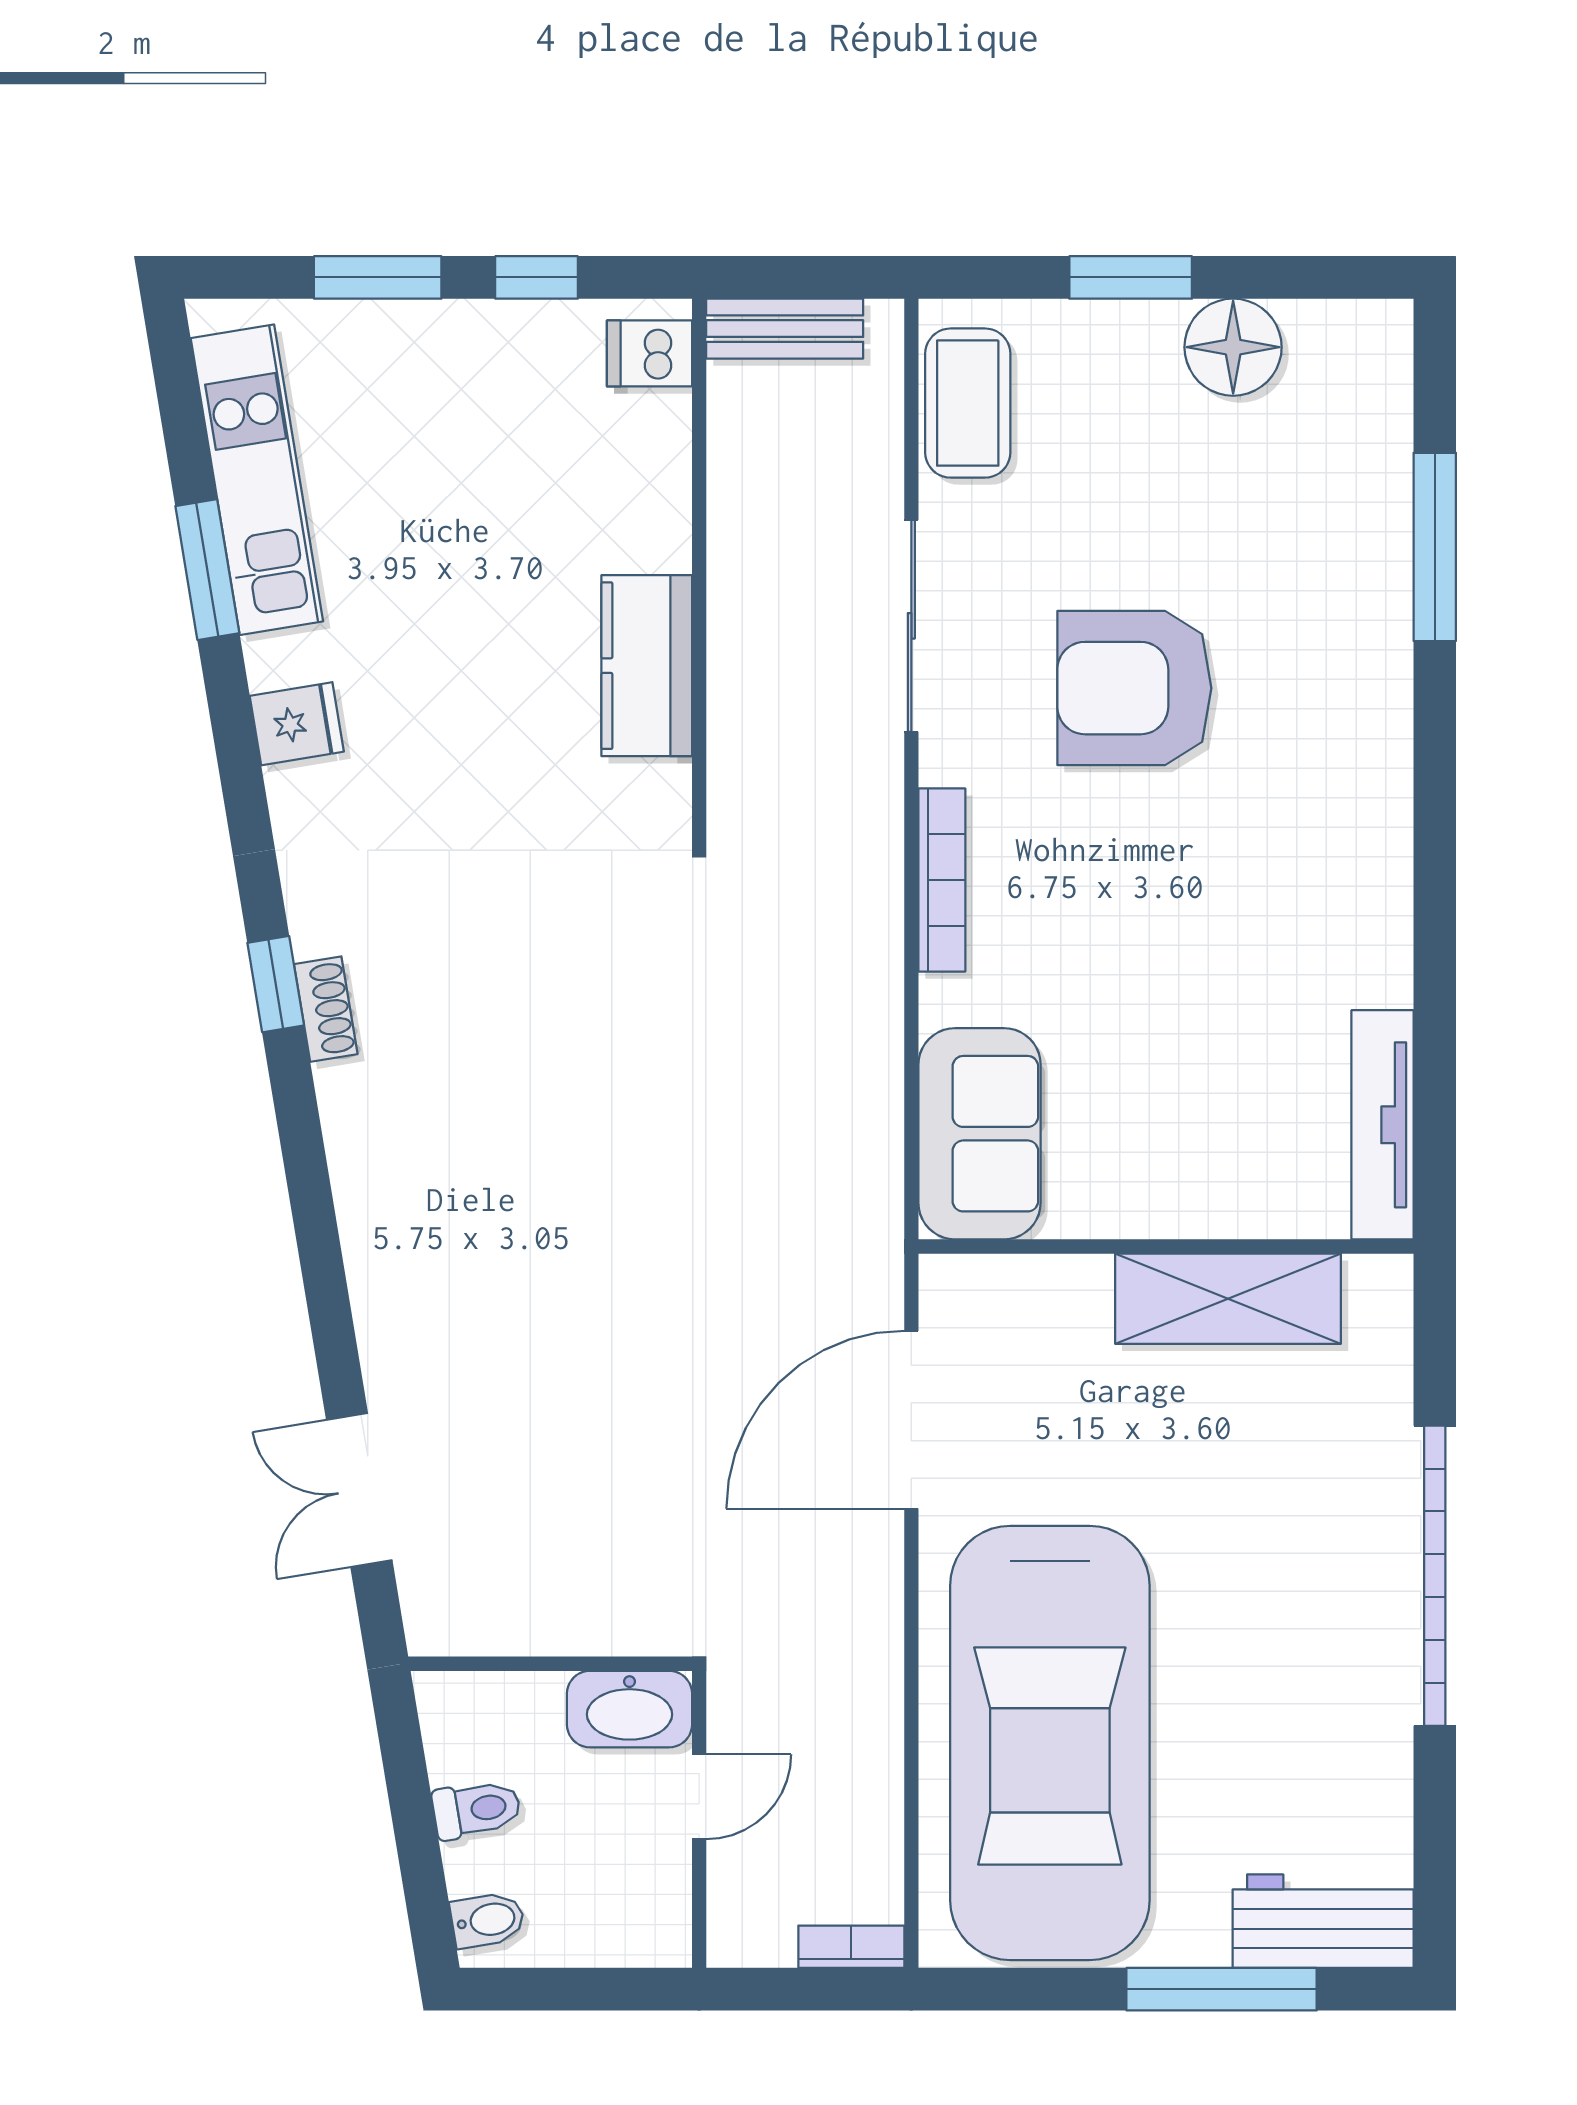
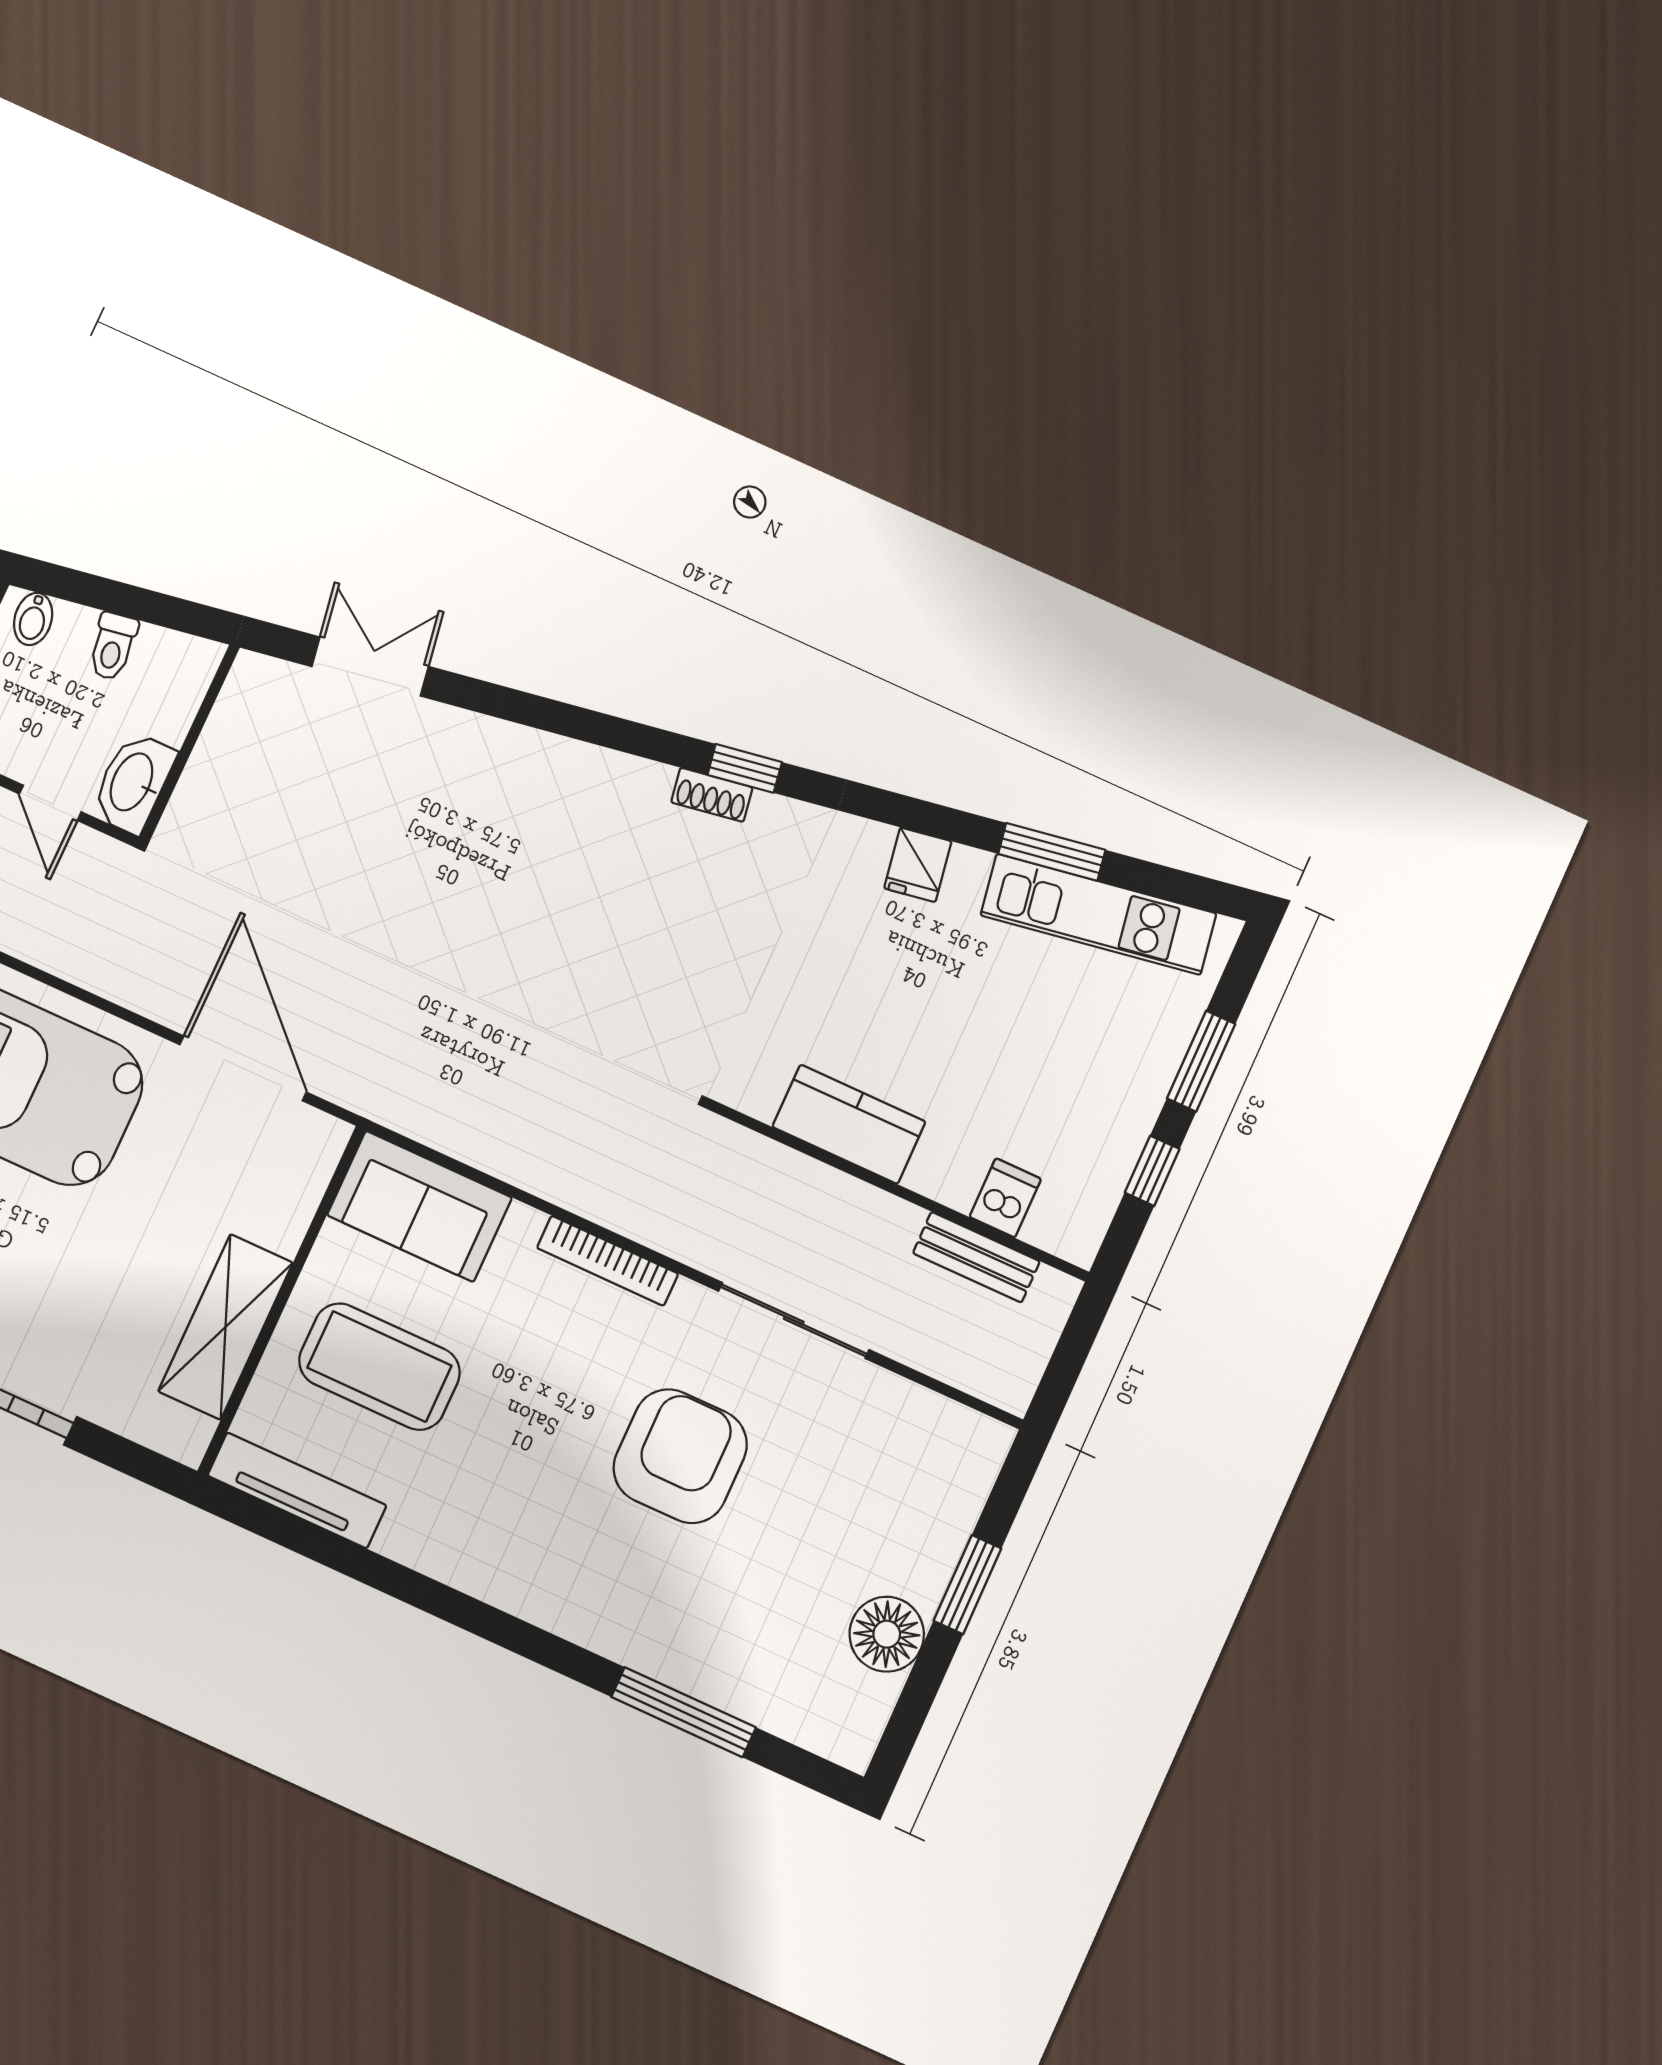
bench: (785, 329) -> (976, 1257), moved, turned 90
dishwasher: (649, 353) -> (1005, 1198), moved
coffee table: (968, 403) -> (379, 1367), moved, width x1.36, depth x1.32

